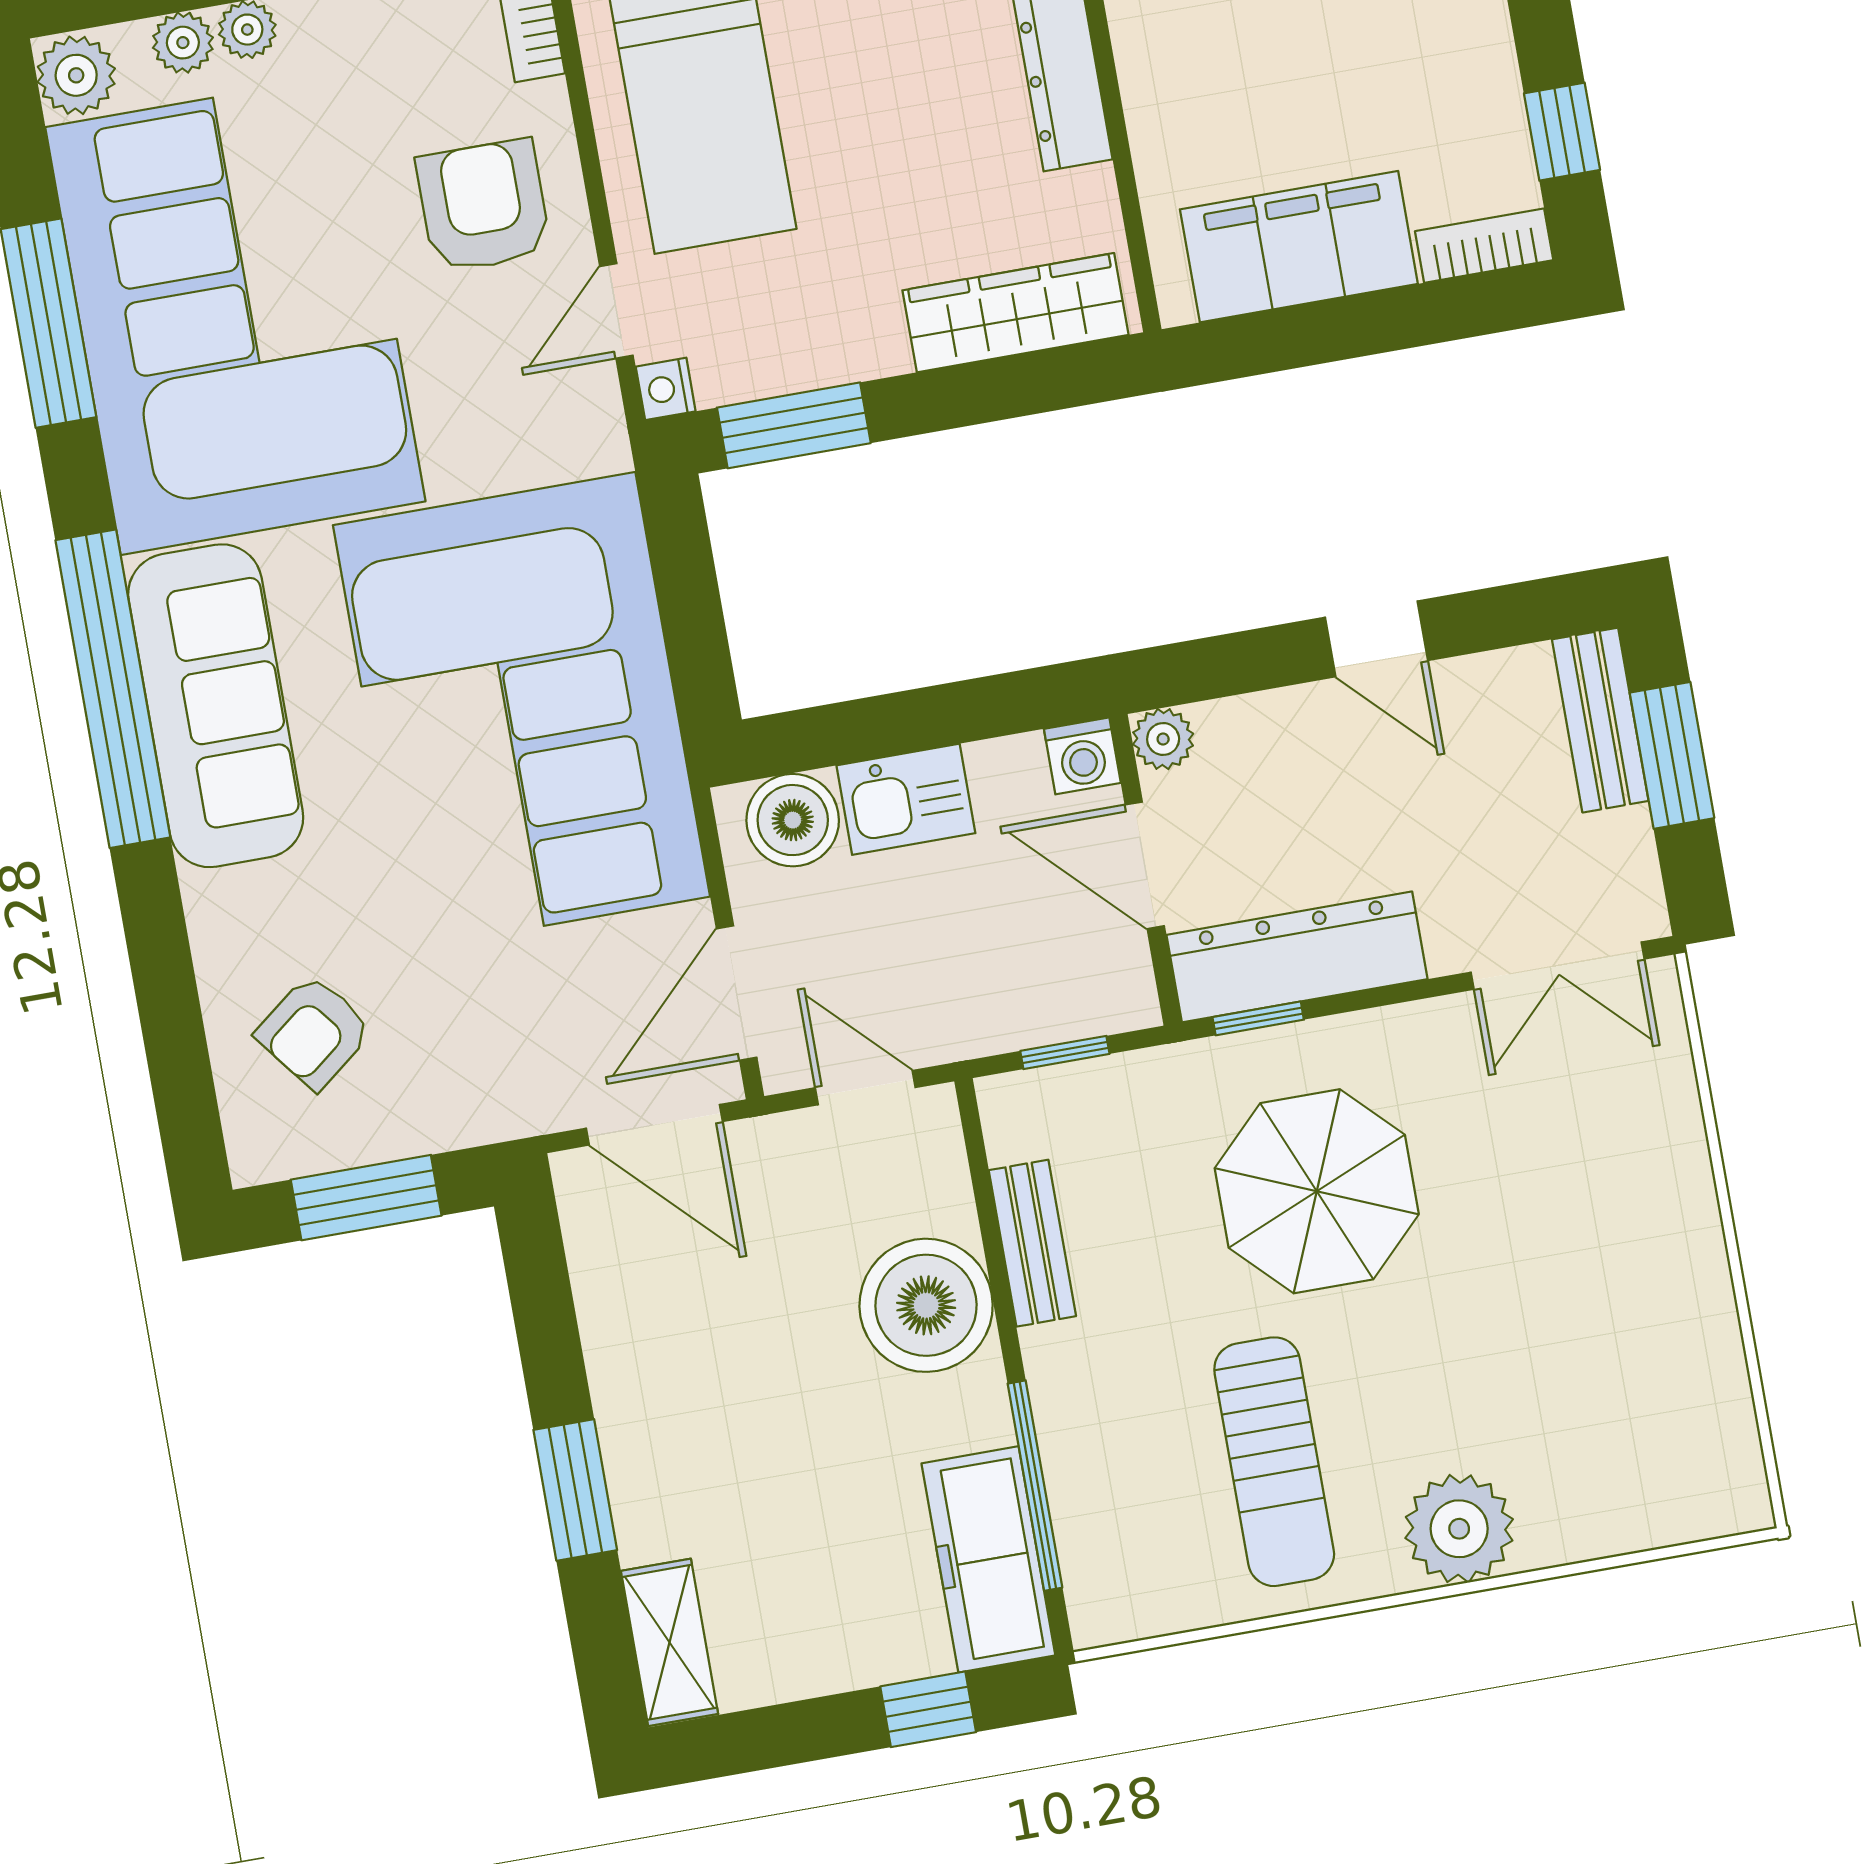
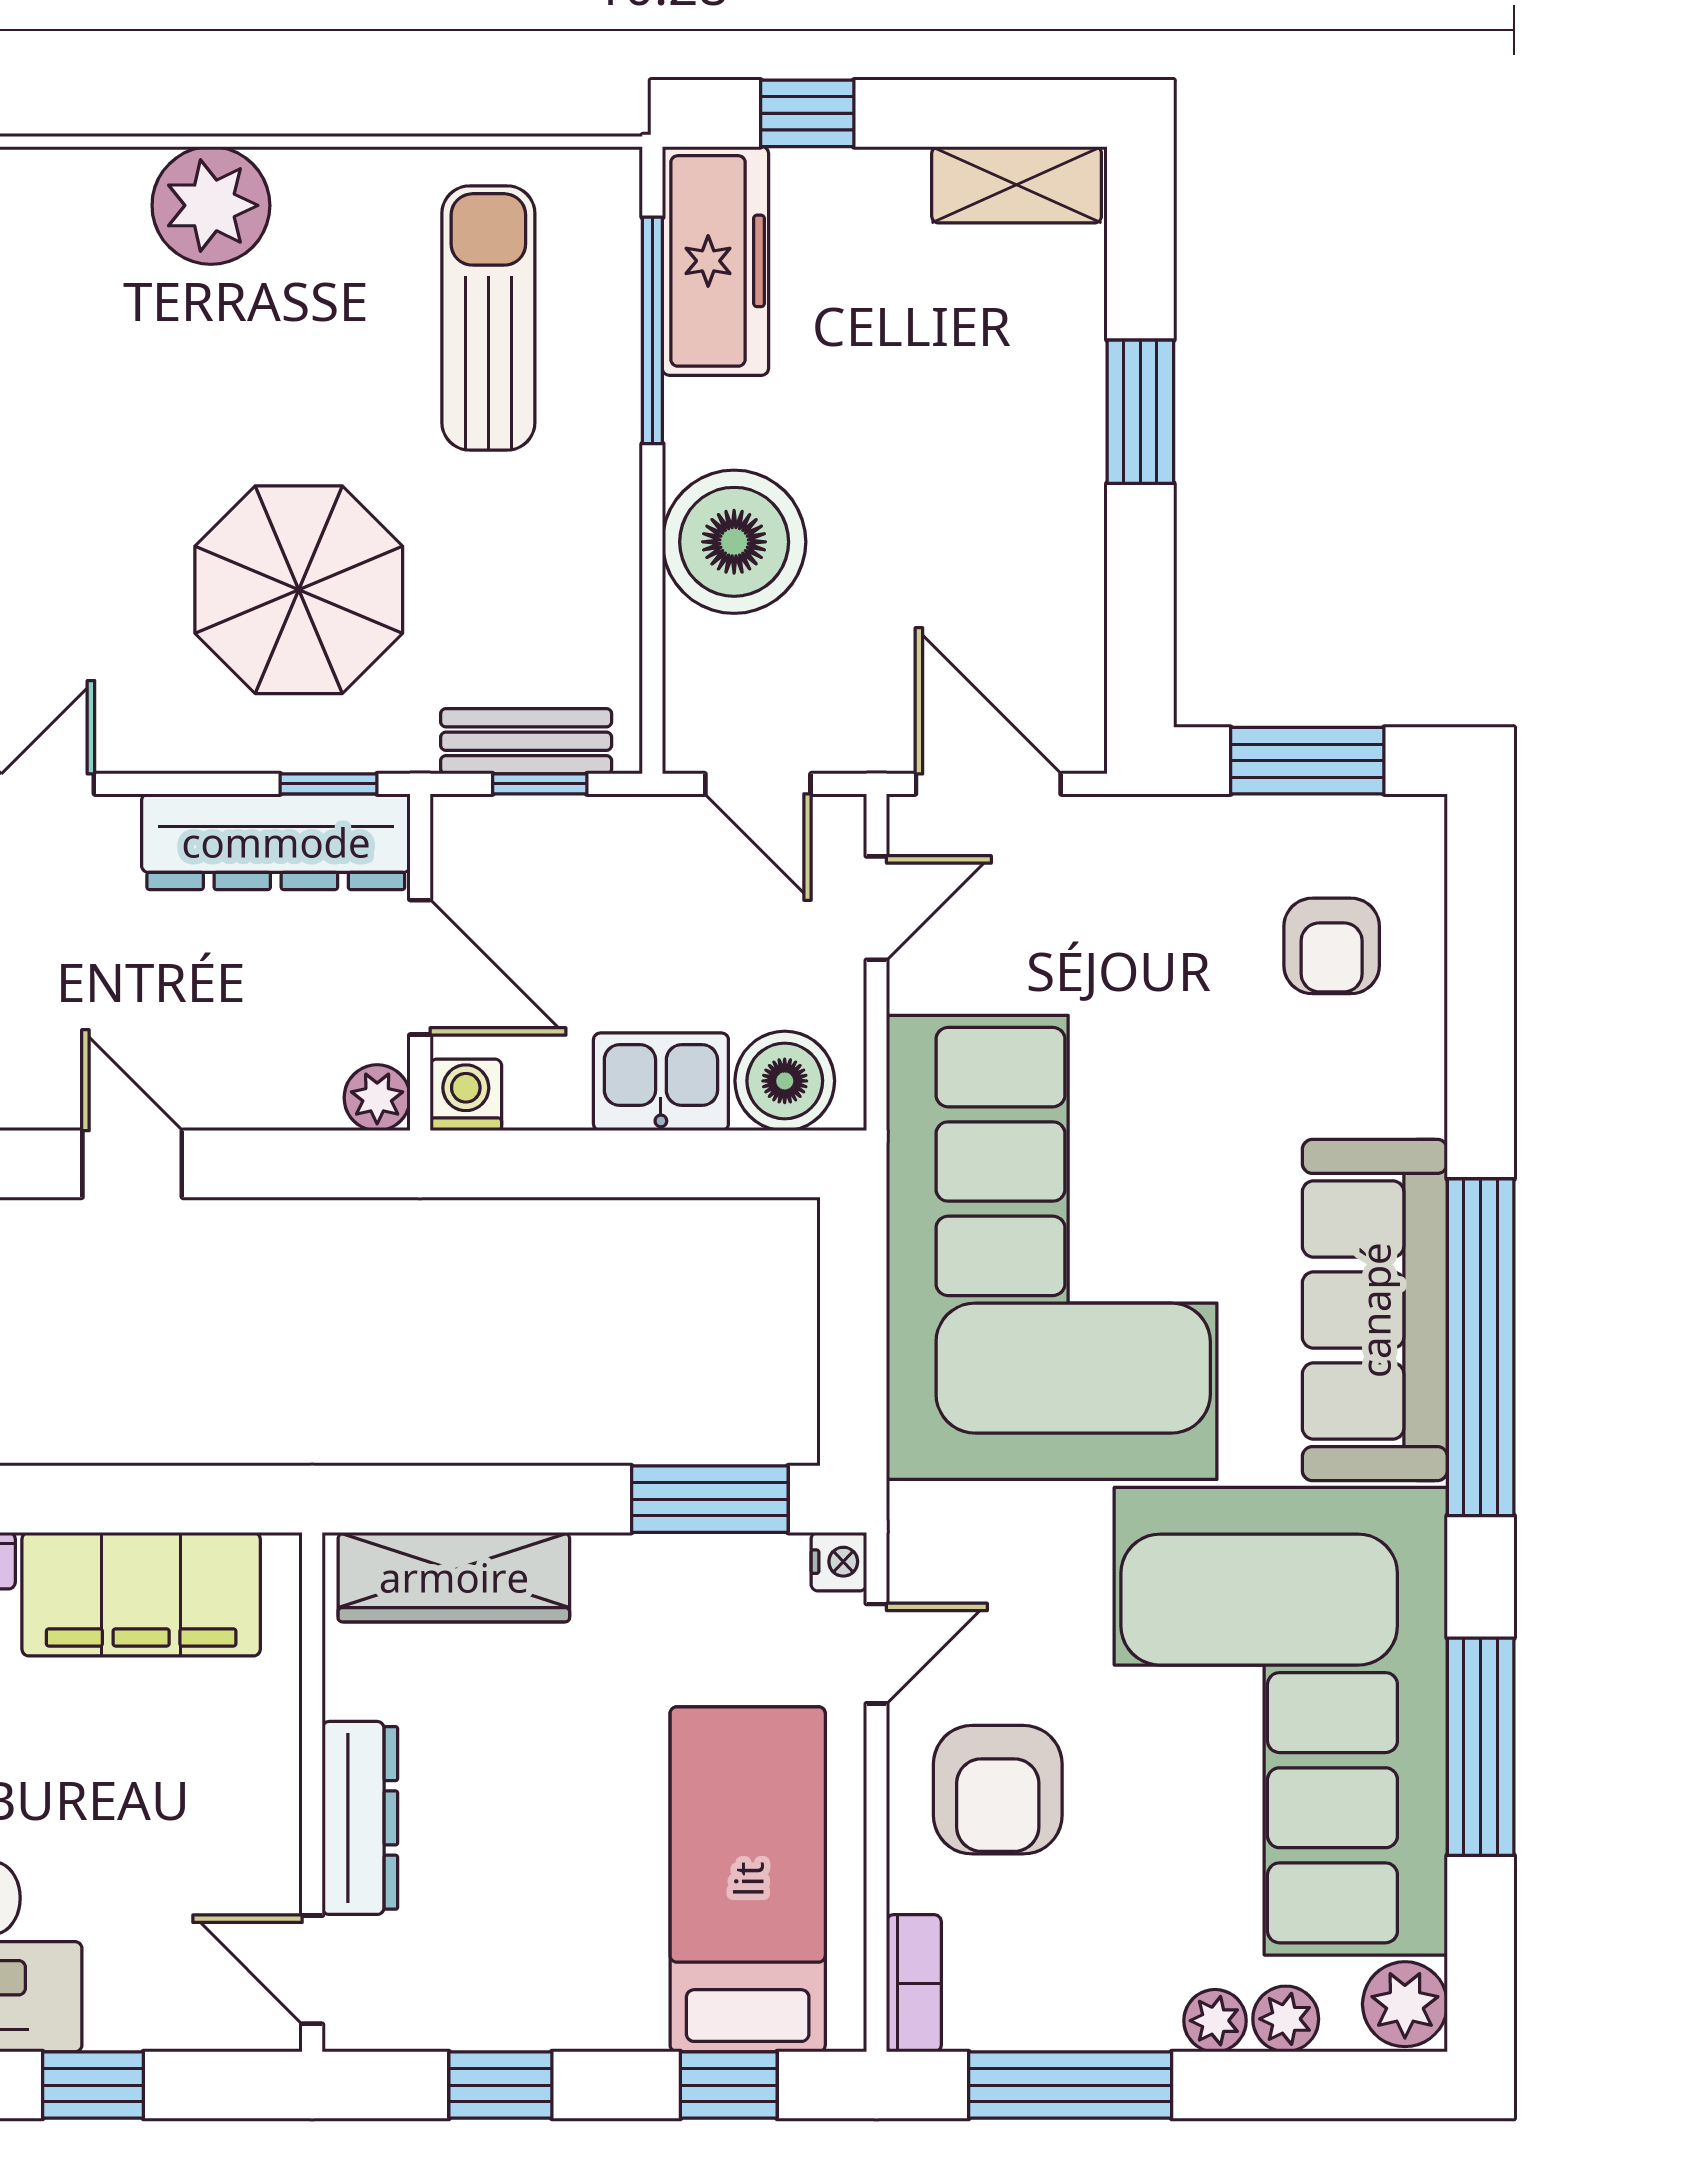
door: (737, 993) -> (876, 908), width x0.73
armchair: (314, 1032) -> (1332, 946), turned 128
bench: (1032, 1243) -> (526, 741), moved, turned 90
sun lounger: (1274, 1462) -> (488, 318), moved
shelving: (670, 1642) -> (1017, 185), moved, turned 90

